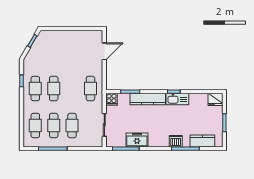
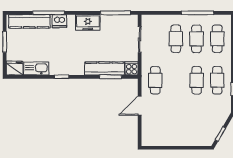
door: (104, 51) -> (140, 106), moved
kitchen counter: (148, 99) -> (104, 68), moved
kitchen sink: (177, 99) -> (36, 68), moved
freezer: (137, 140) -> (88, 22), moved
kitchen counter: (202, 141) -> (29, 21), width x1.50

